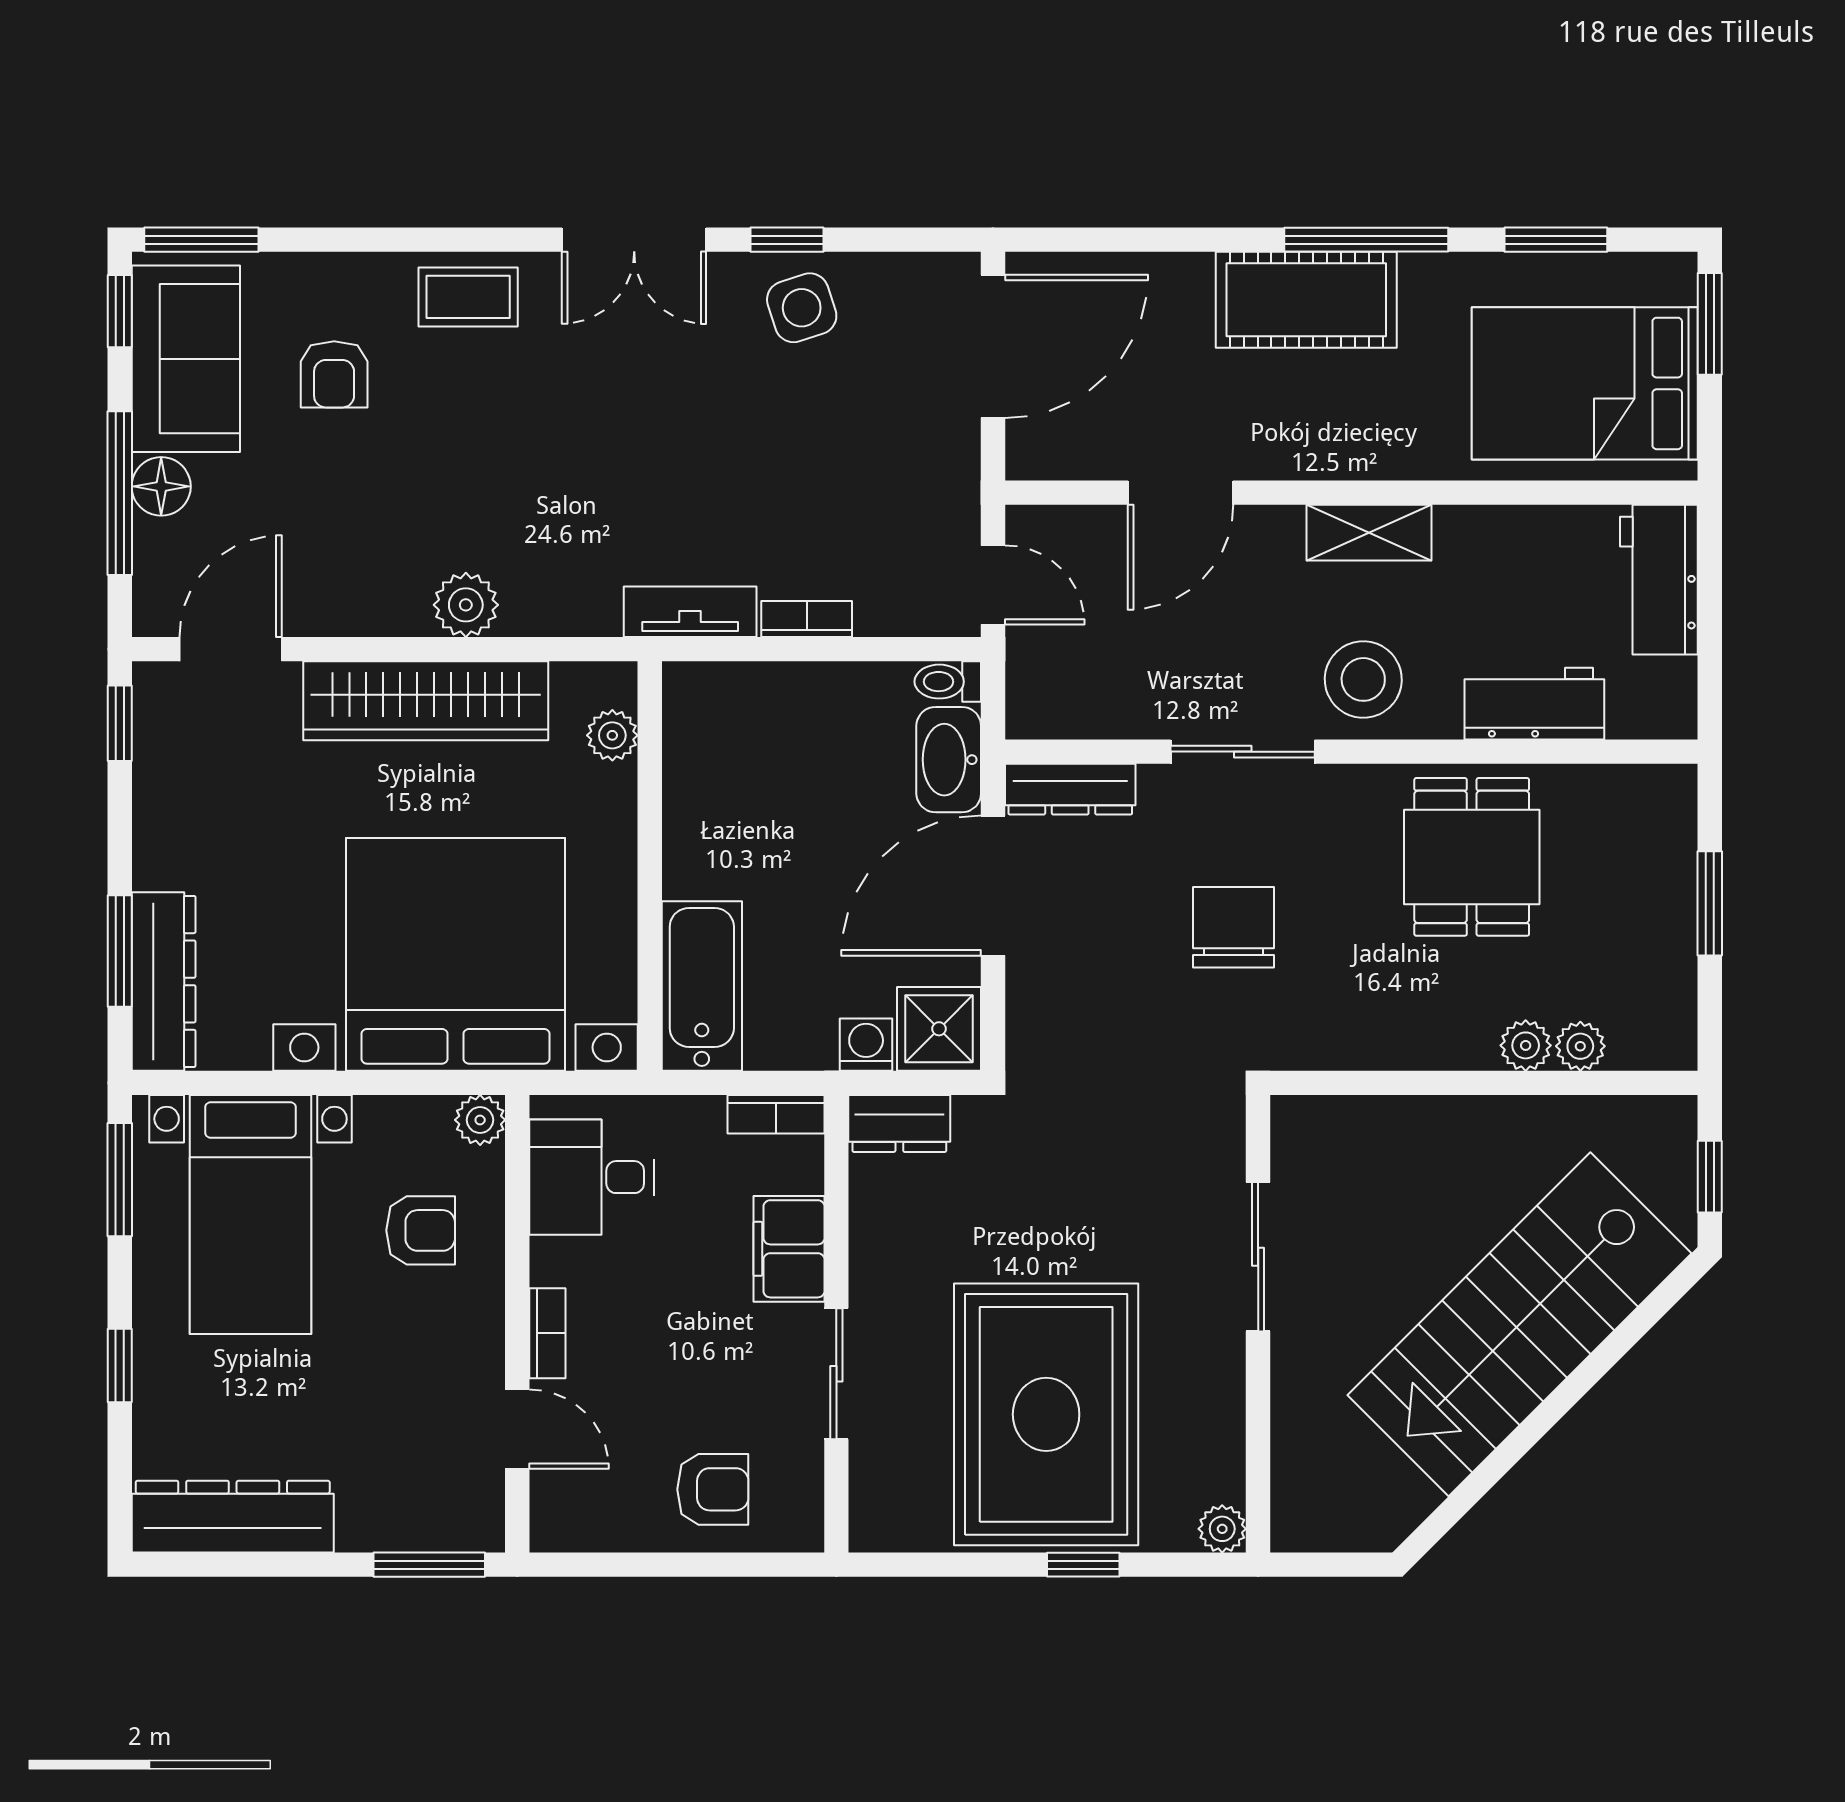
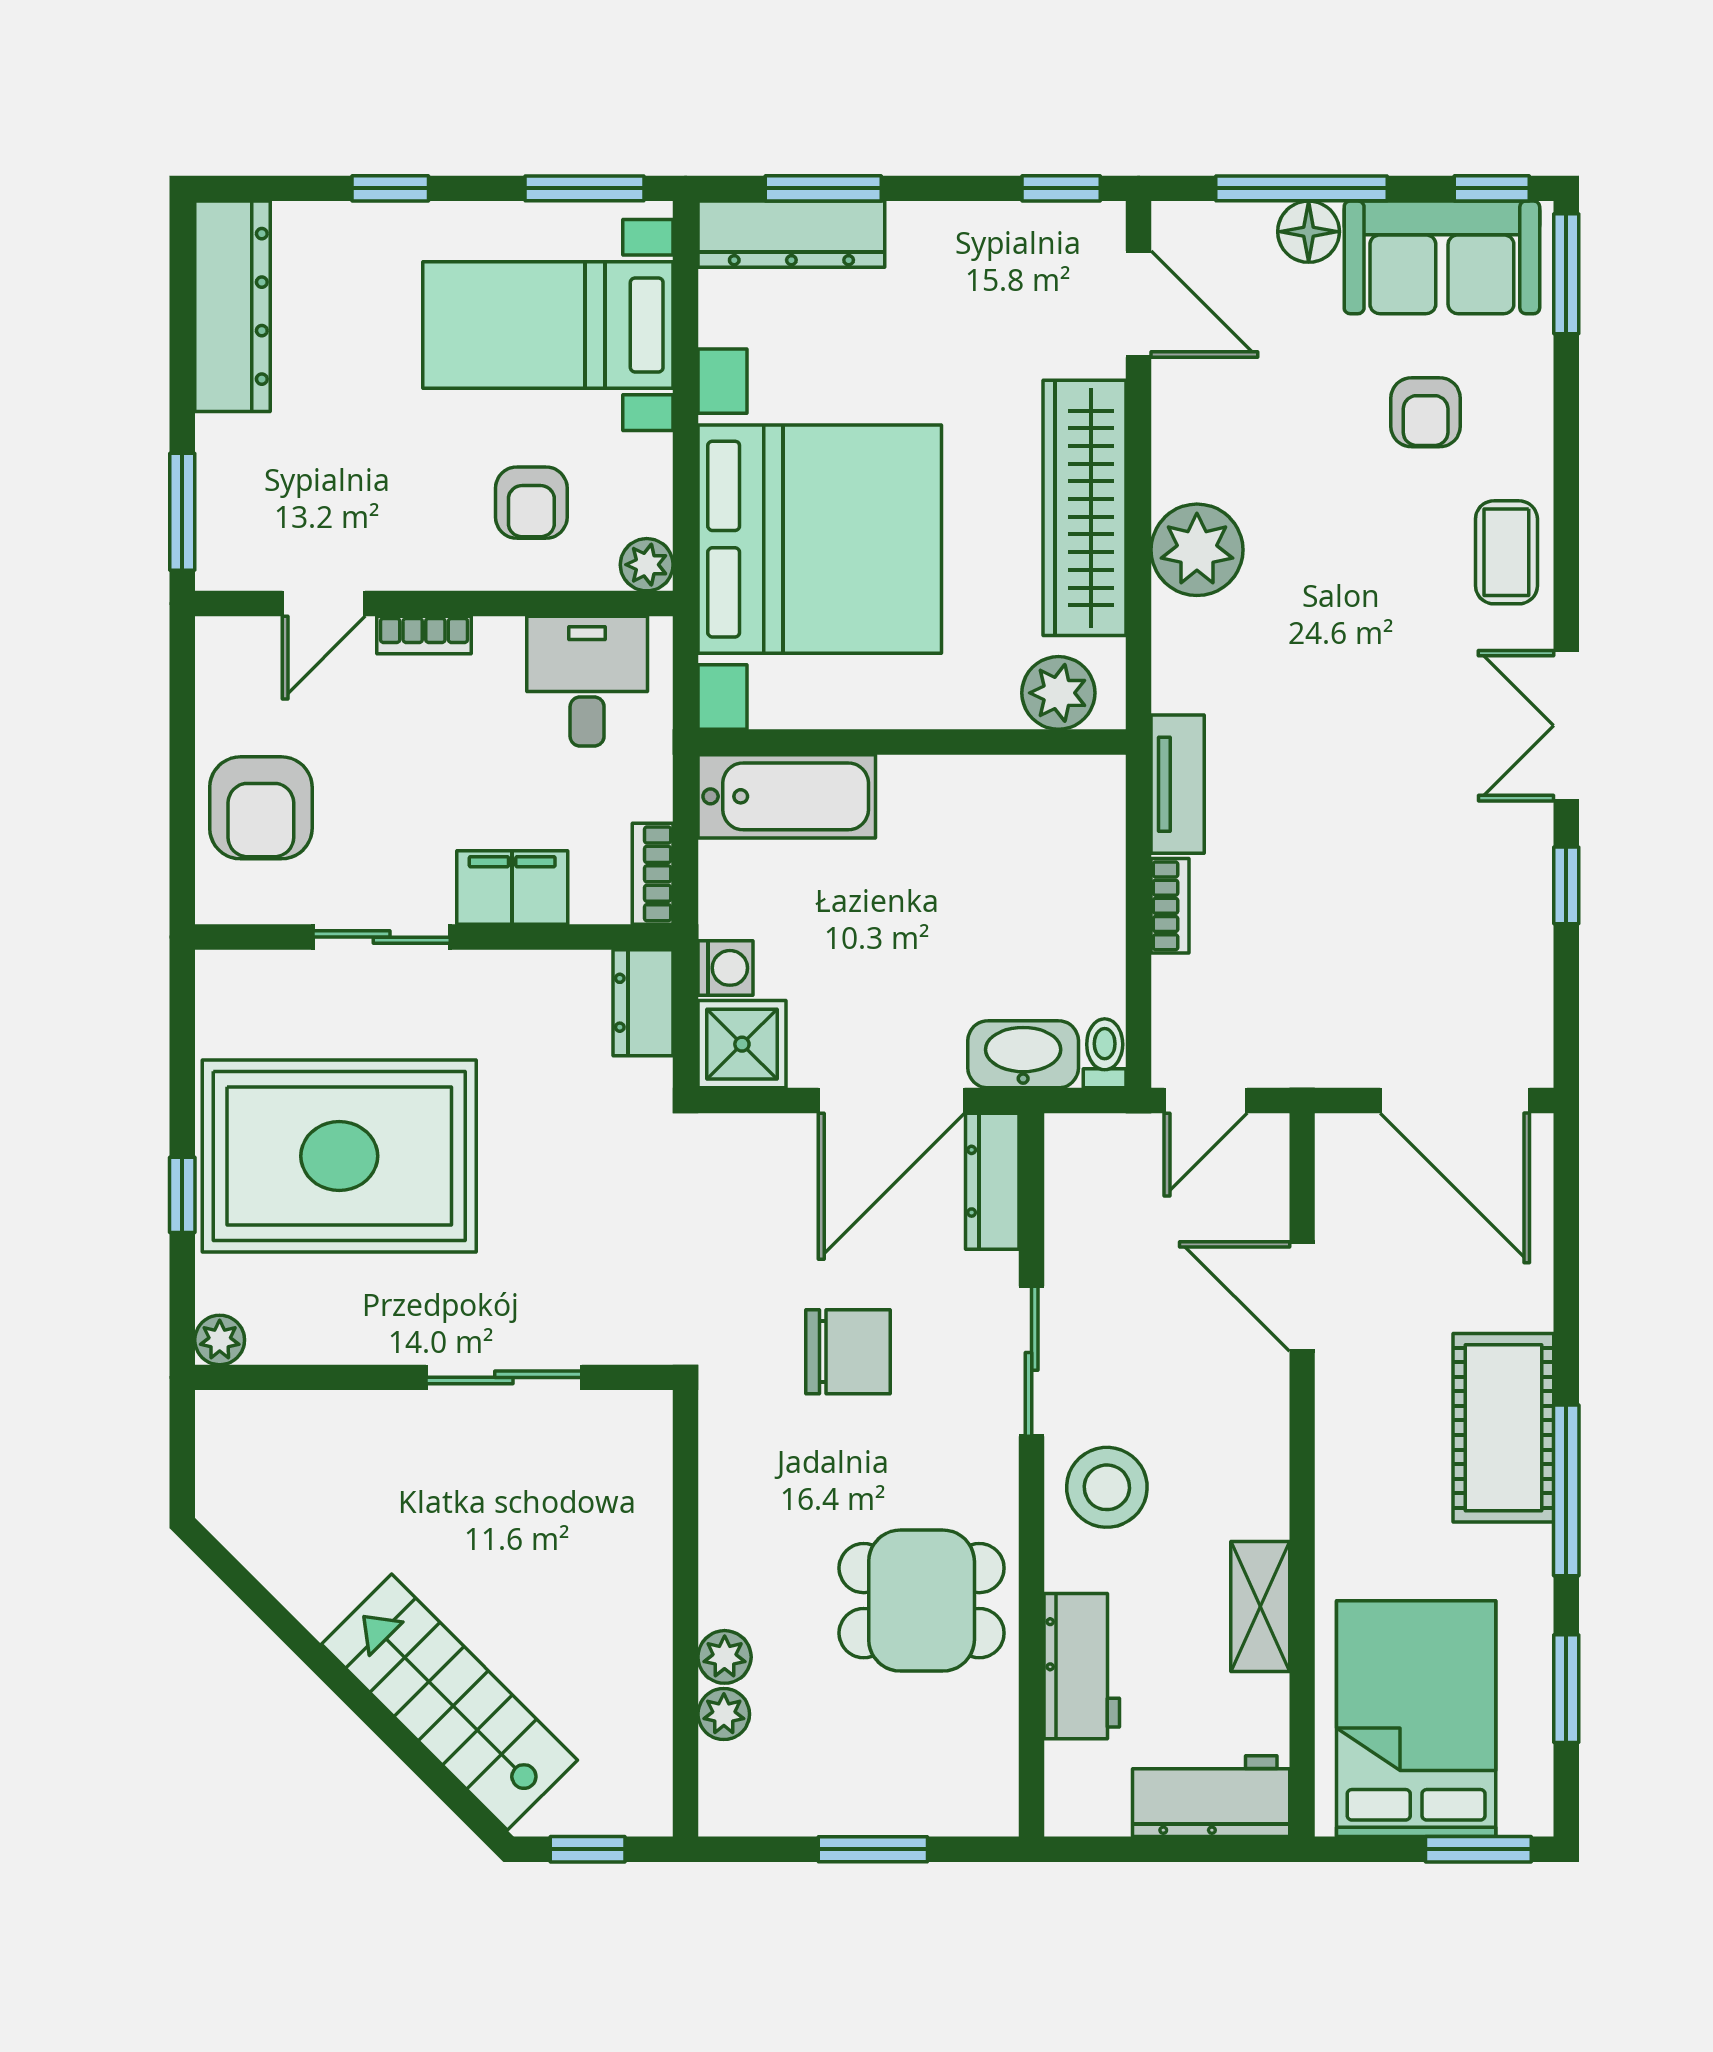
side table: (802, 308) -> (1495, 901), removed
armchair: (334, 374) -> (1426, 412), turned -90
shelving: (1369, 533) -> (1260, 1606), moved
plant: (466, 605) -> (1197, 550), width x1.36, depth x1.36
plant: (612, 735) -> (1058, 693), width x1.38, depth x1.38
door: (993, 886) -> (892, 1101), swing flipped
stairs: (1519, 1324) -> (449, 1702), width x0.73, depth x0.66
armchair: (713, 1489) -> (261, 808), width x1.38, depth x1.38

